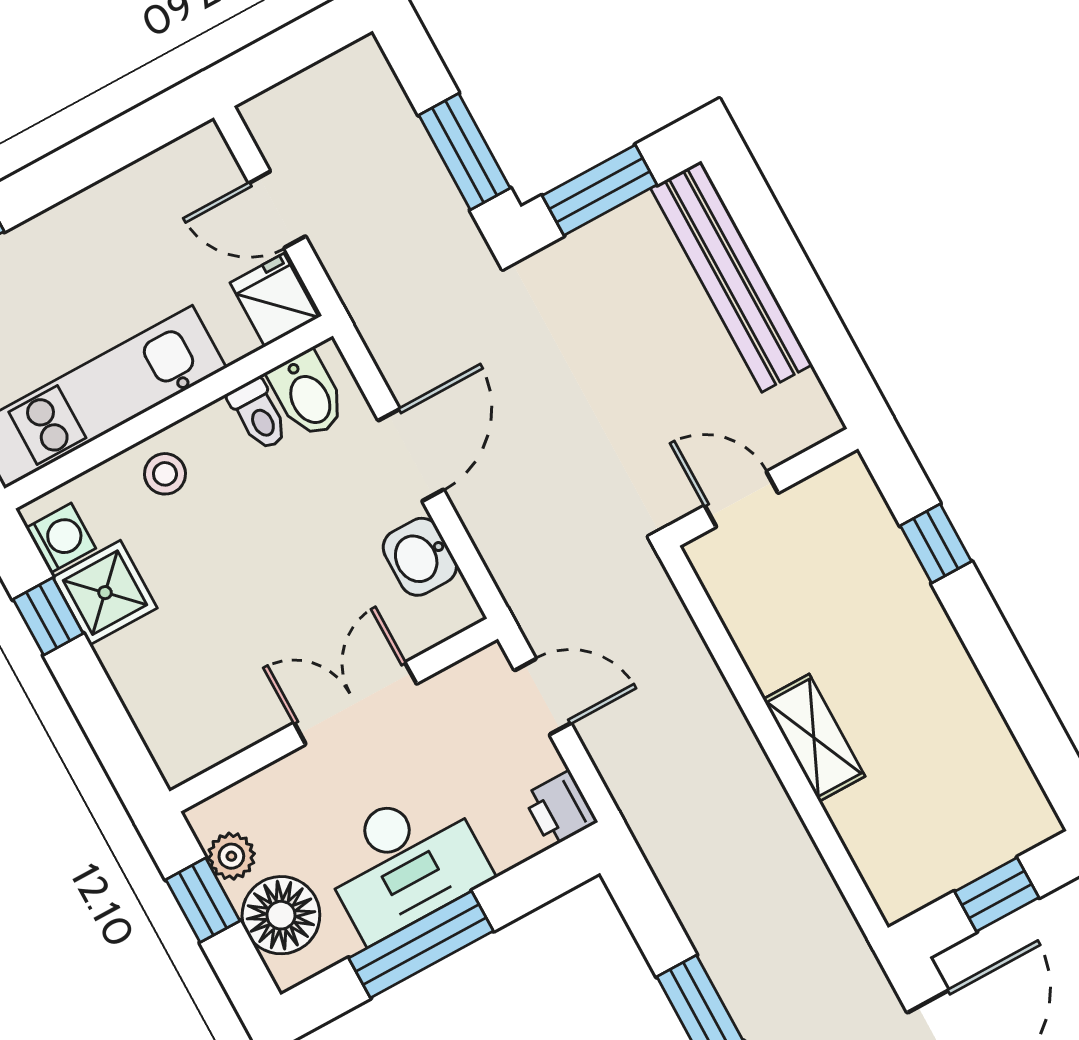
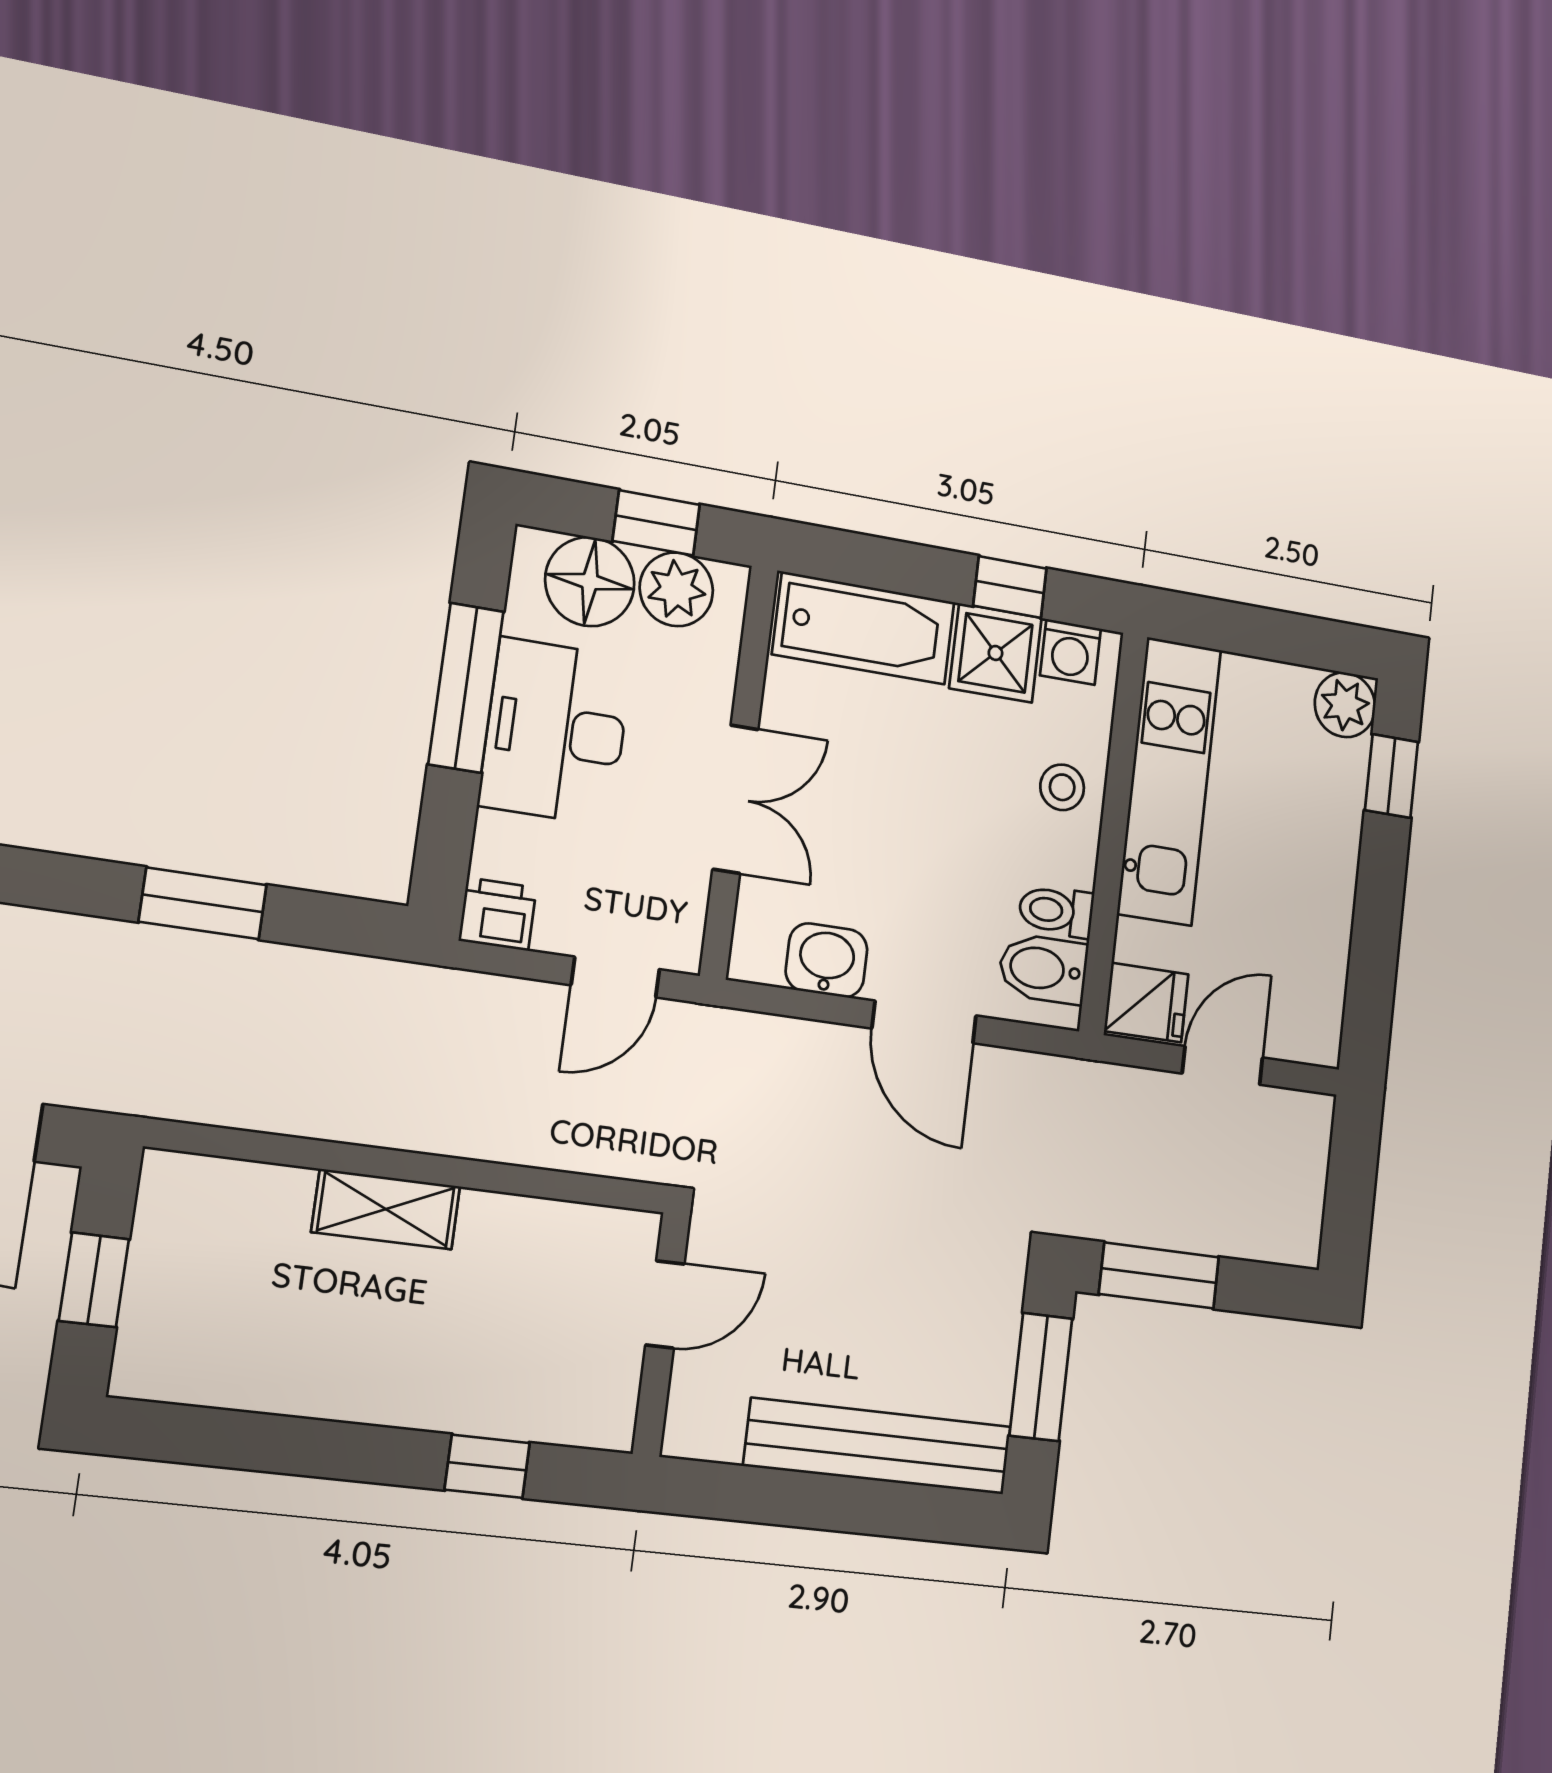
bathtub: (162, 701) -> (864, 628), added
plant: (231, 856) -> (676, 589), width x1.38, depth x1.38

